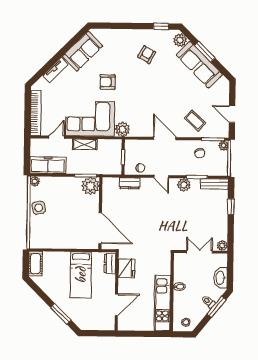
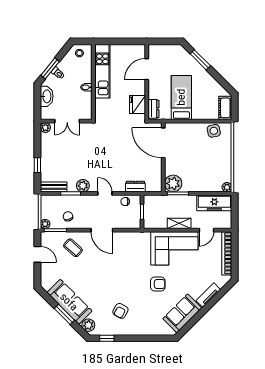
plant: (122, 129) -> (143, 238), removed
side table: (39, 208) -> (214, 131), moved

